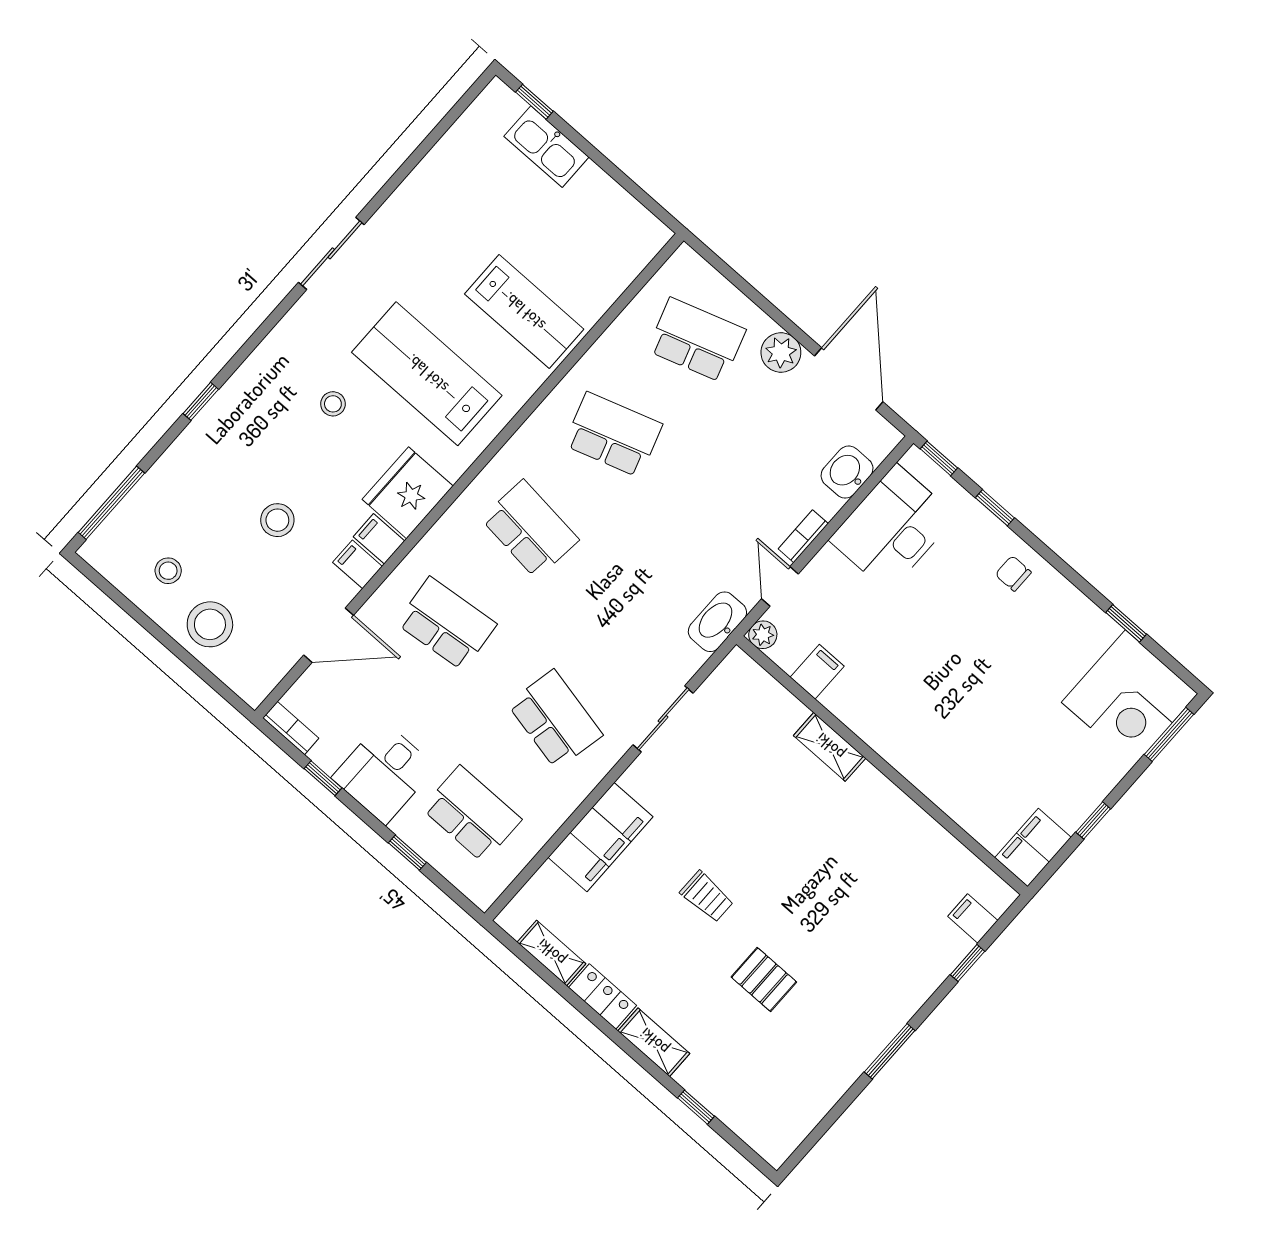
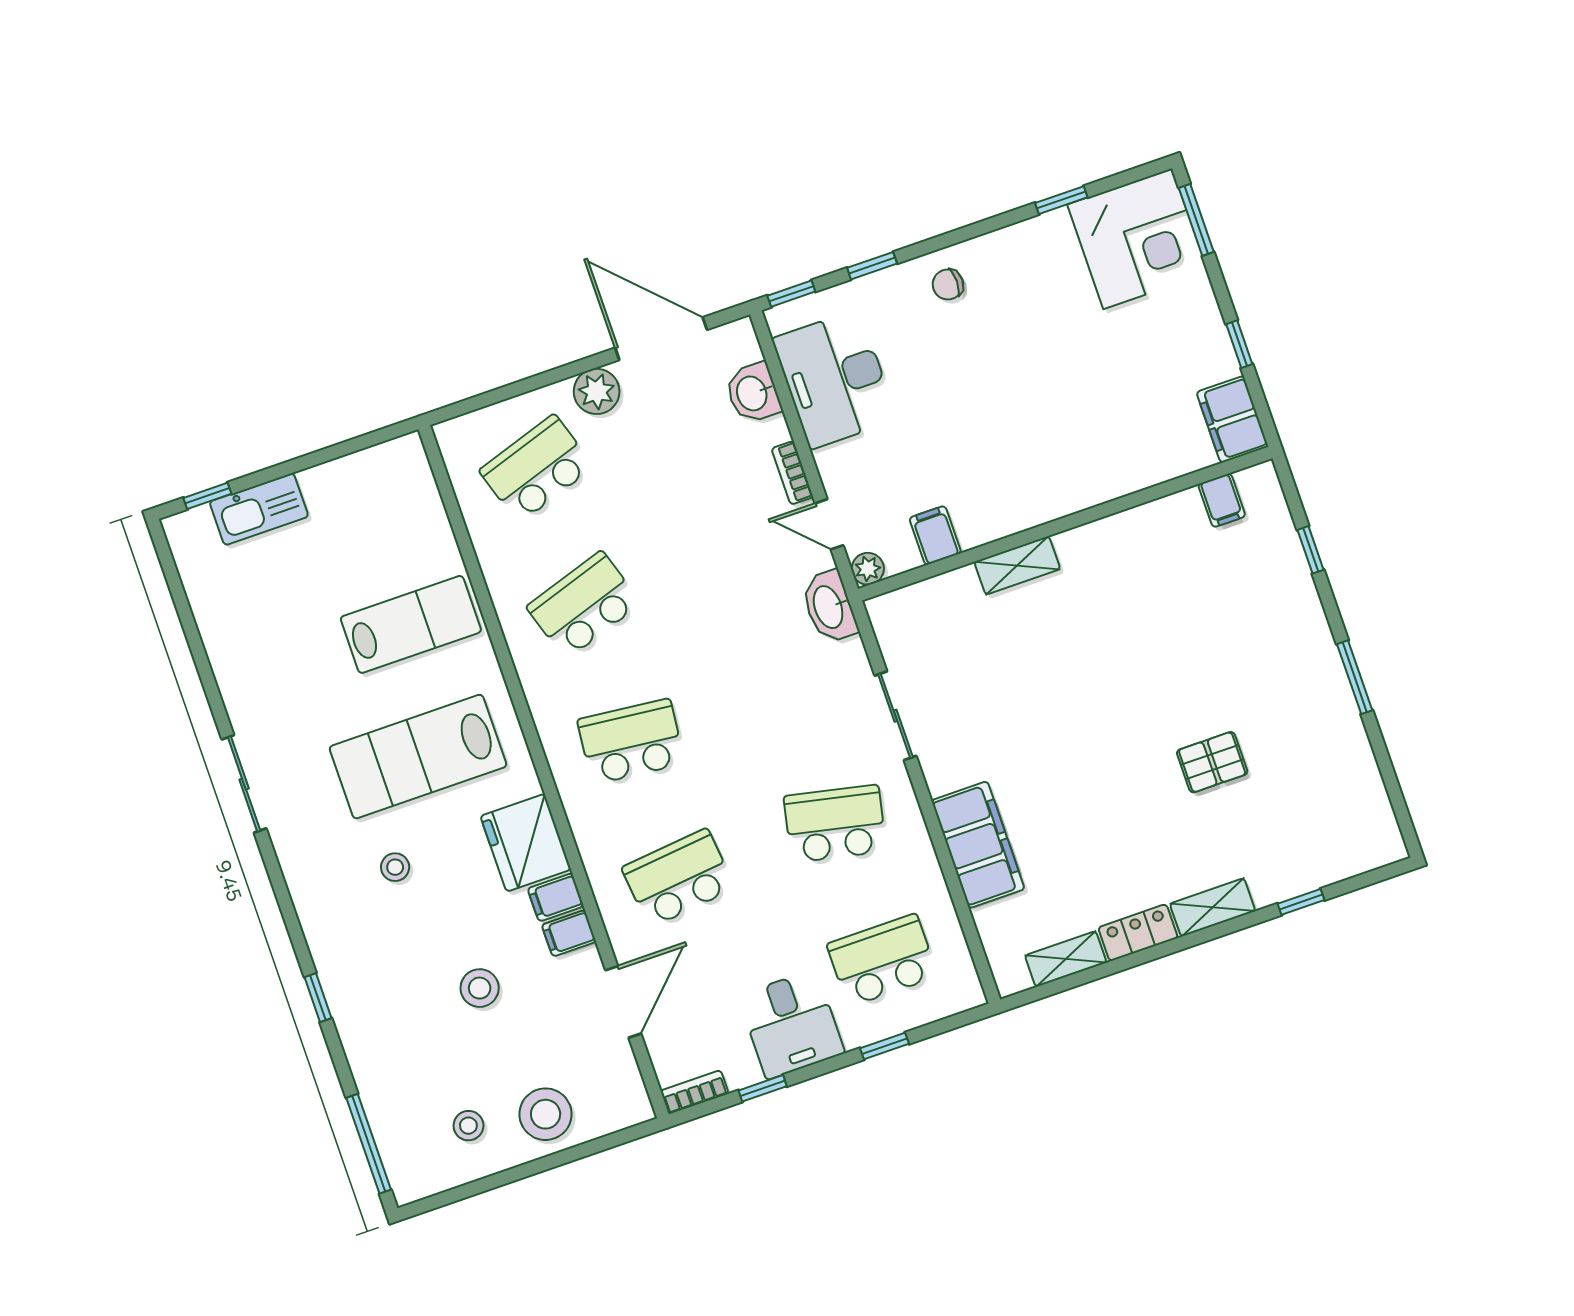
trolley: (707, 897) -> (1097, 772), removed
filing cabinet: (973, 918) -> (1222, 500), moved, turned -90

